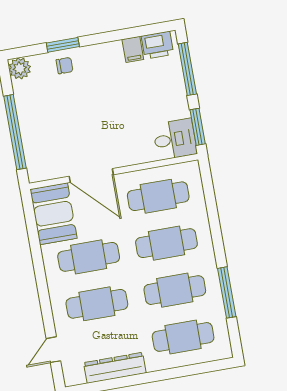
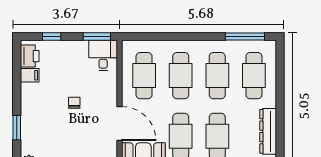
chair: (65, 66) -> (74, 103), moved
window: (187, 69) -> (52, 37), width x0.46
door: (91, 176) -> (119, 124), hinge flipped
window: (227, 292) -> (245, 37), moved

